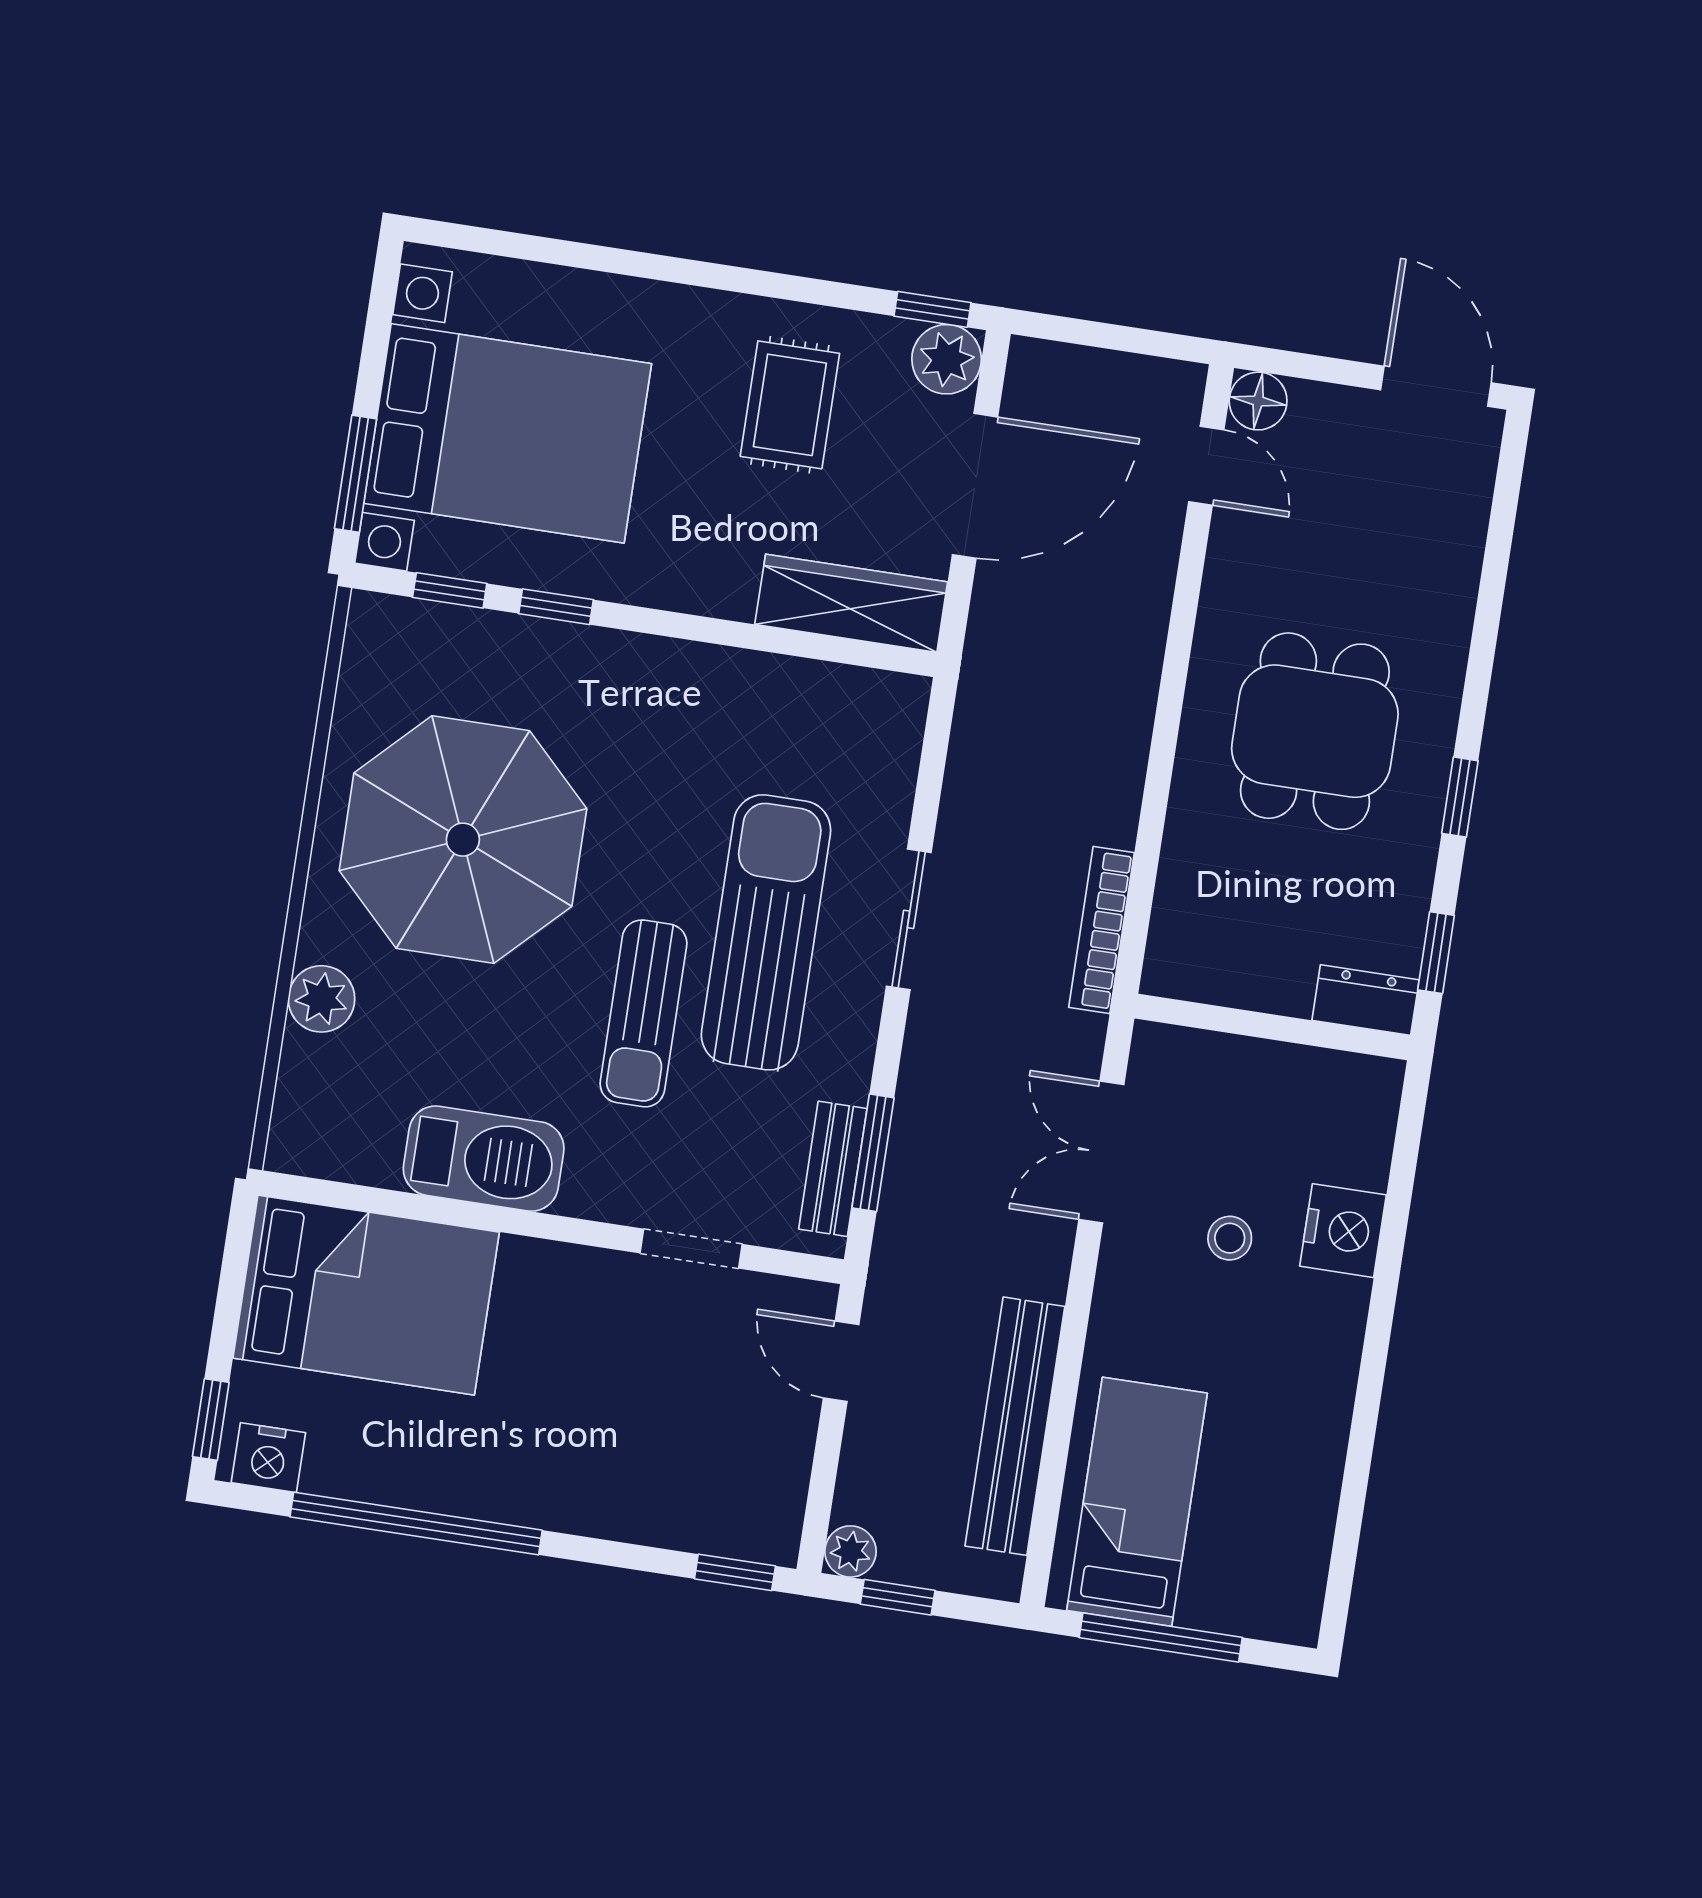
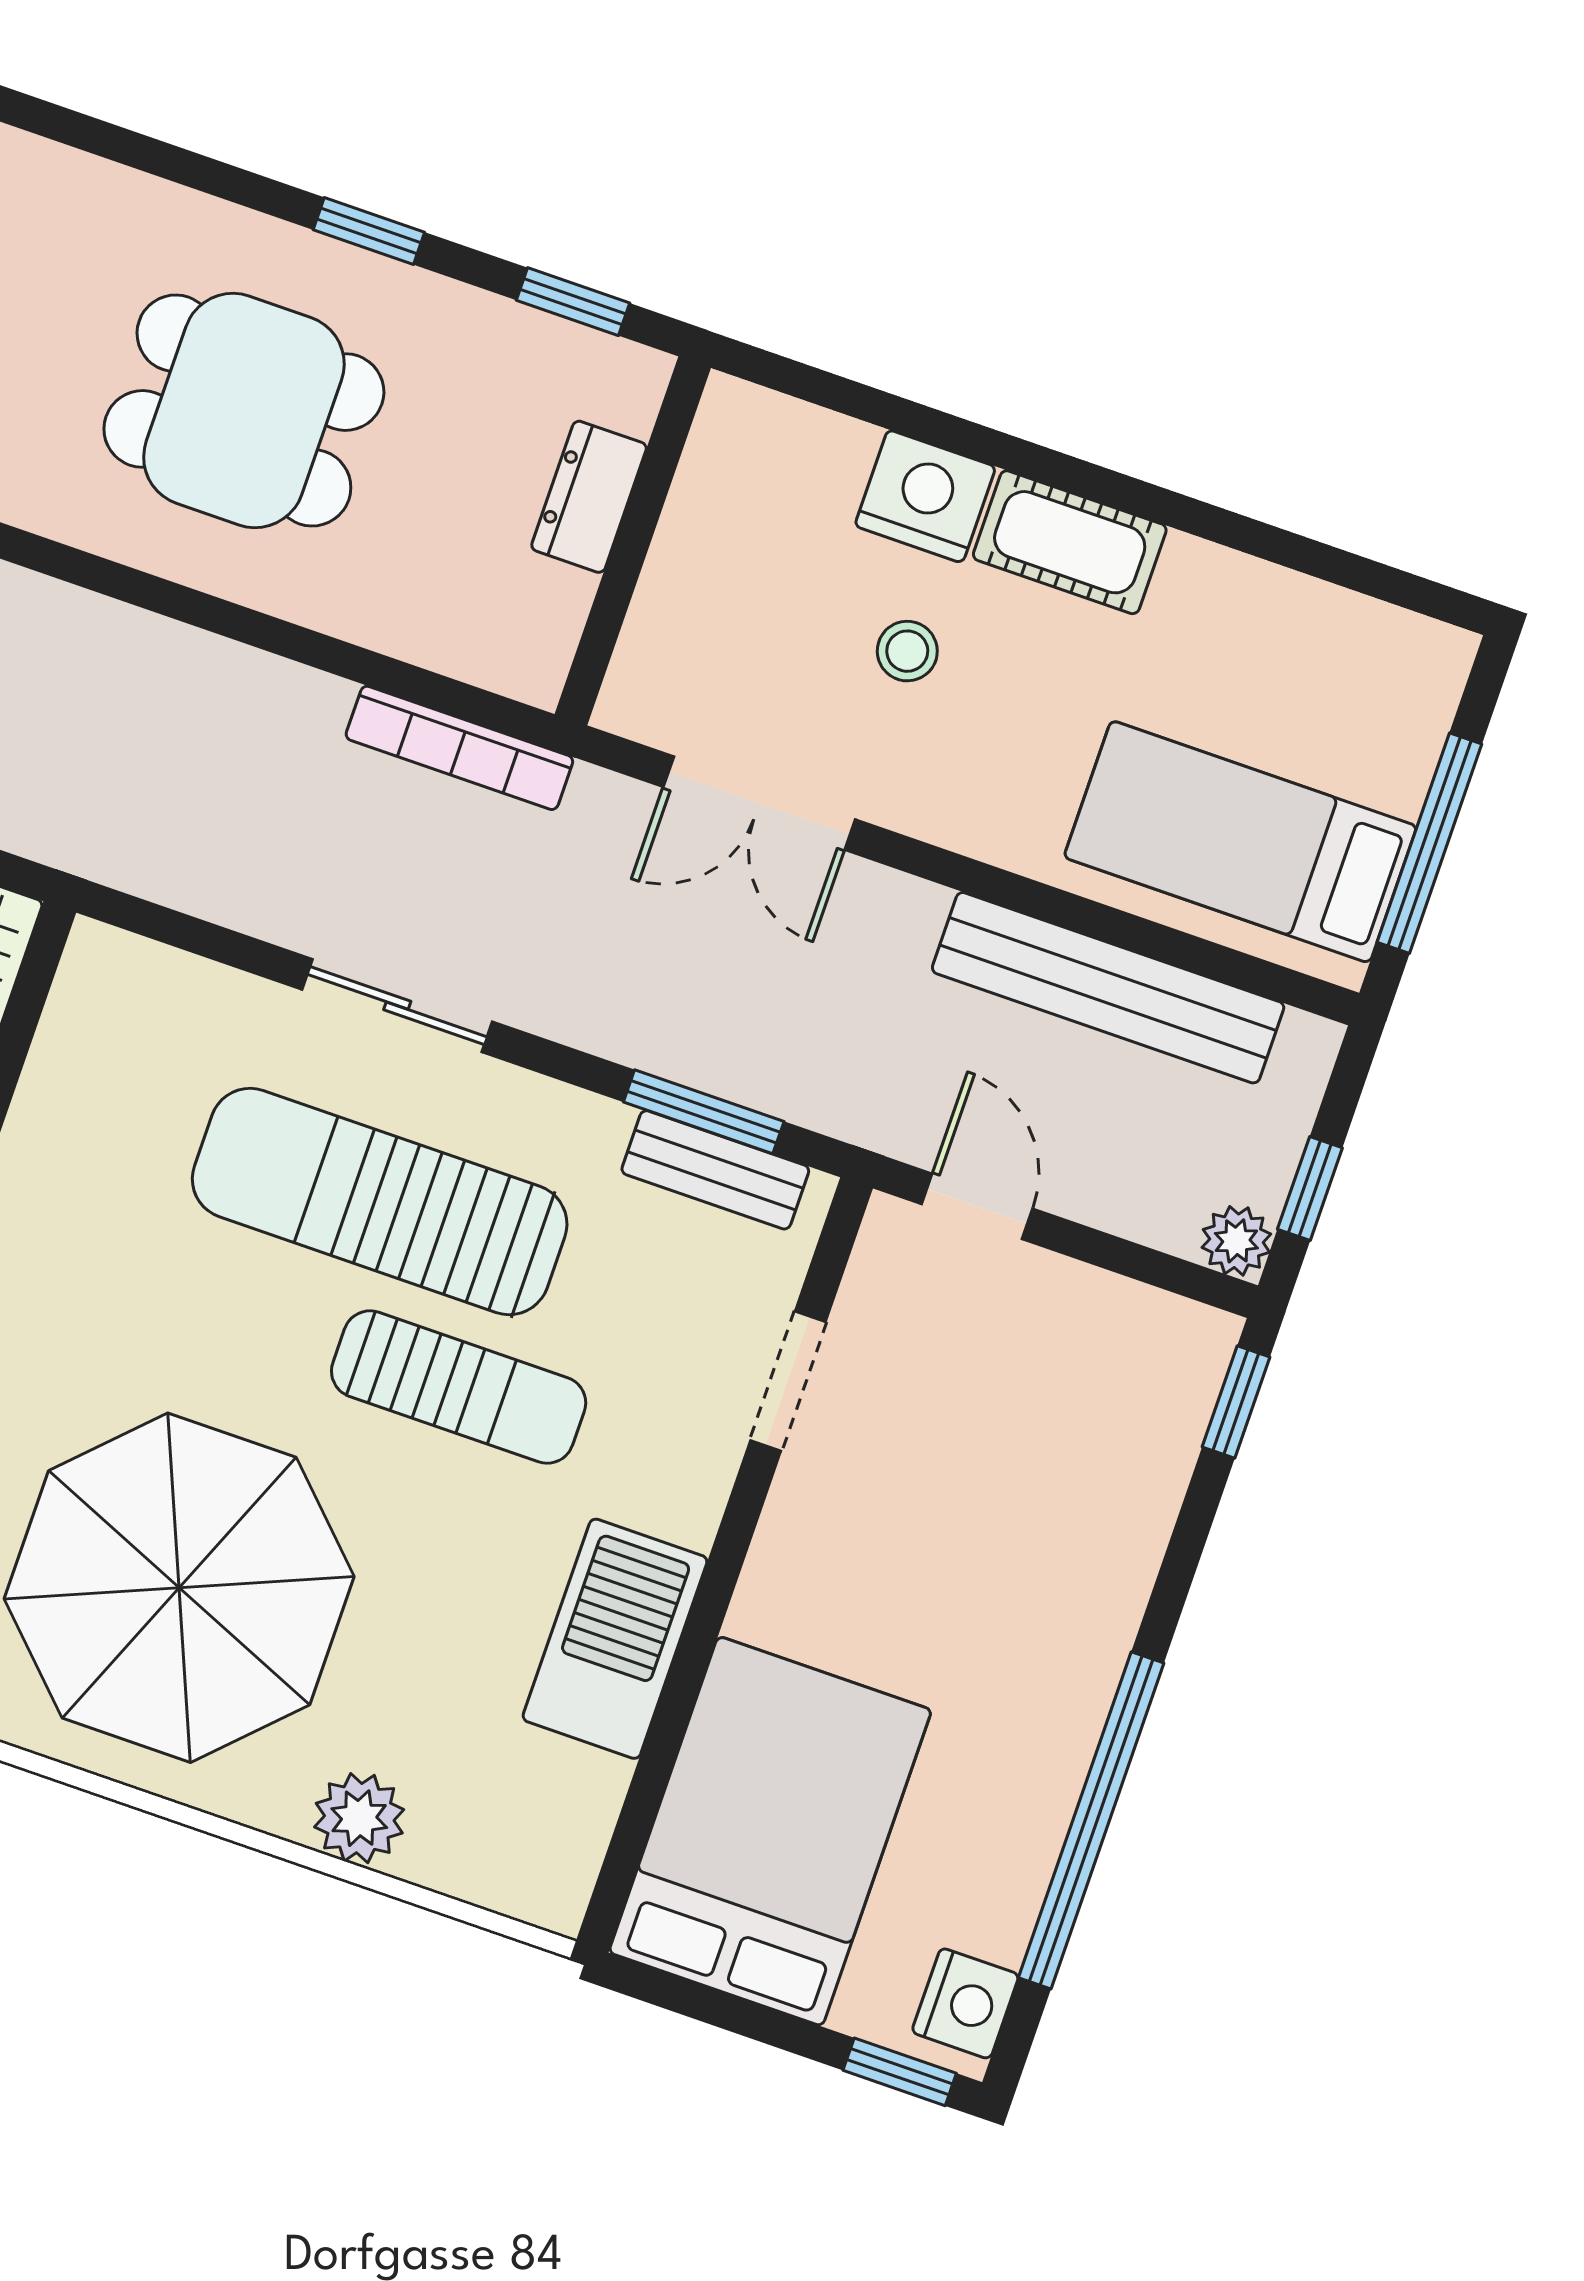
dresser: (1366, 1000) -> (589, 497), moved
cot: (1329, 1340) -> (1070, 542), added
door: (841, 1361) -> (977, 1206), swing flipped

